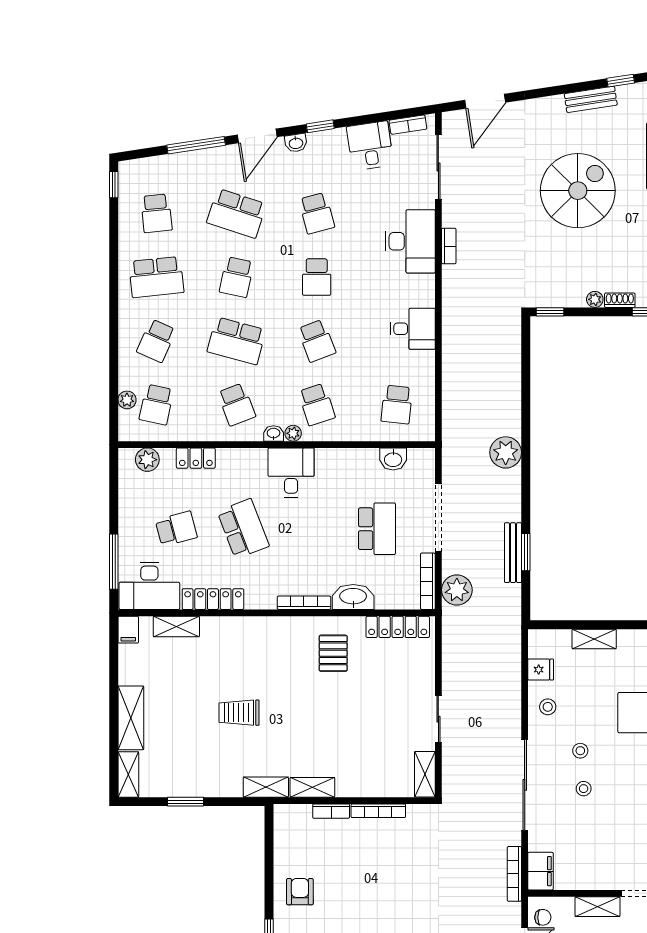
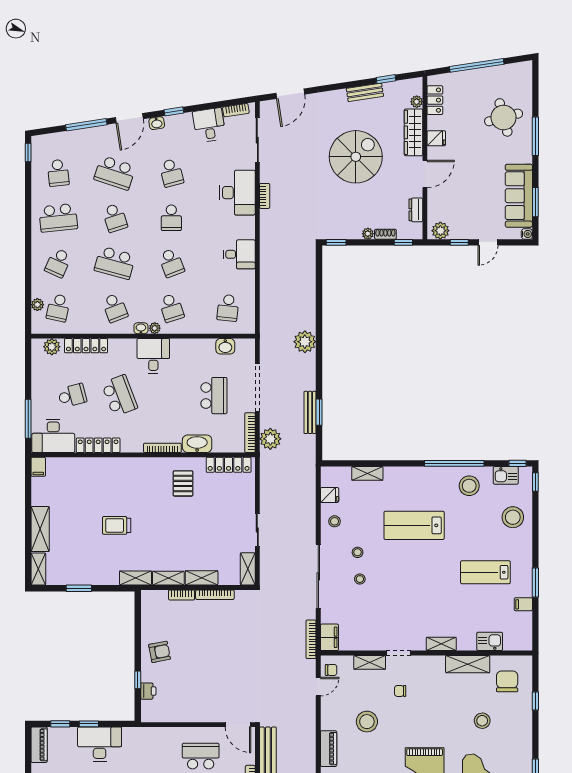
school desk: (237, 277) -> (115, 218), turned -30
locker: (196, 458) -> (86, 346), width x1.53
shelving: (176, 626) -> (202, 578), moved
armchair: (300, 892) -> (160, 652), turned 79

